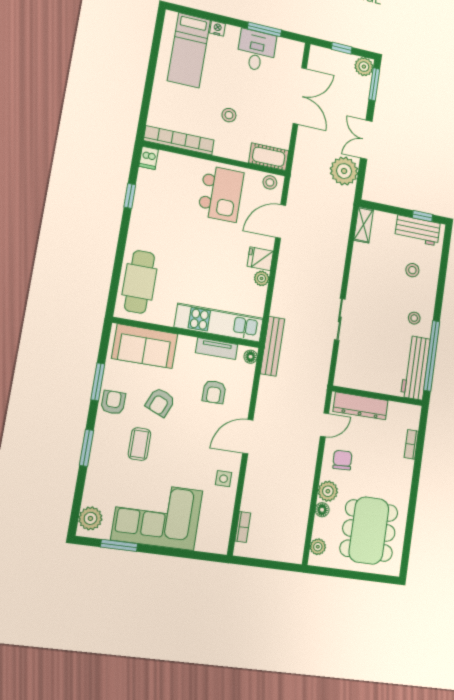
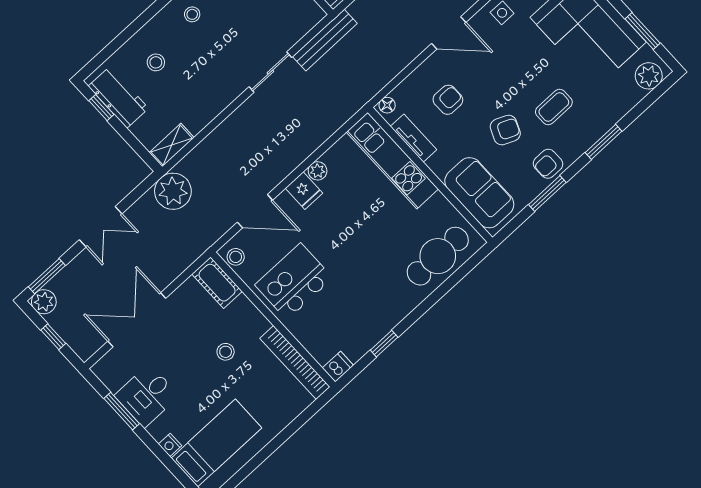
plant: (344, 171) -> (173, 191), moved
bench: (272, 346) -> (325, 40), moved

